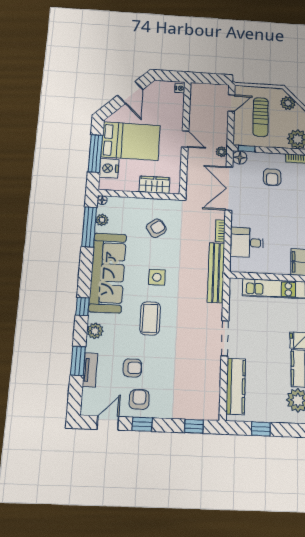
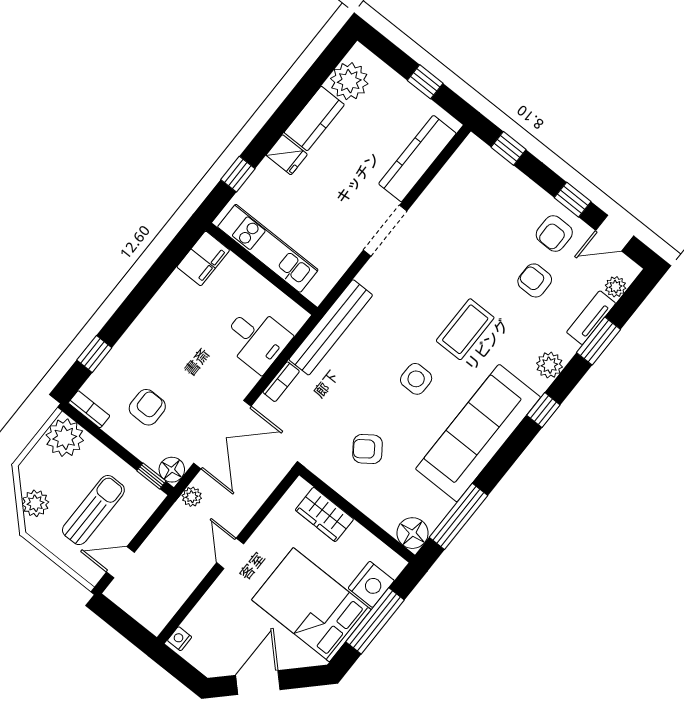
floor lamp: (102, 200) -> (413, 533), width x1.89, depth x1.89
plant: (102, 220) -> (616, 287), moved

